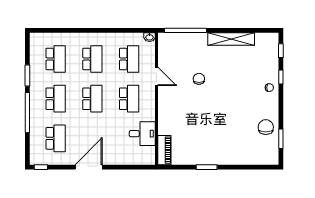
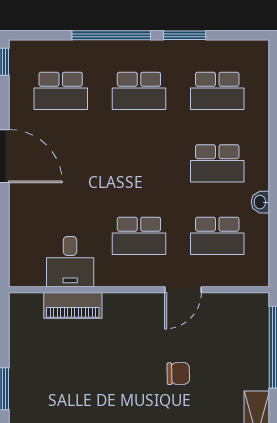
washbasin: (149, 37) -> (260, 202), moved
school desk: (92, 99) -> (139, 163), removed
piano: (164, 150) -> (73, 305), moved

